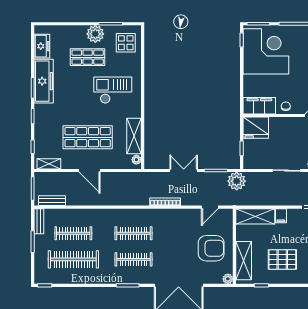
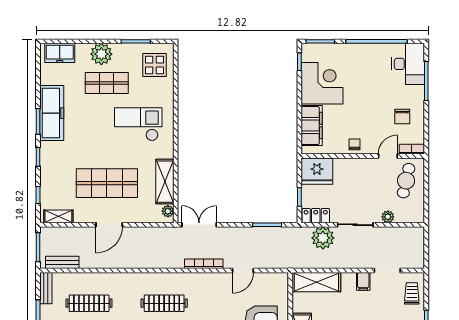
plant: (95, 34) -> (101, 54), moved
freezer: (42, 46) -> (60, 53), moved, turned 90
corner desk: (266, 51) -> (322, 83), width x0.74, depth x0.74
filing cabinet: (259, 106) -> (312, 126), moved, turned 90
locker: (255, 163) -> (316, 216), added
door: (89, 170) -> (109, 225), hinge flipped
double door: (184, 170) -> (199, 225), moved
plant: (237, 181) -> (323, 238), moved
door: (210, 207) -> (243, 271), moved
filing cabinet: (281, 216) -> (363, 281), moved

